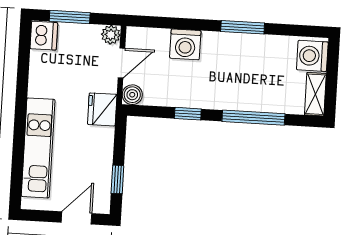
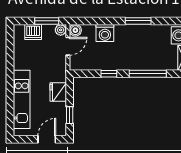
window: (70, 17) -> (47, 21), moved
dishwasher: (44, 36) -> (33, 32), moved, turned 90
boiler: (132, 95) -> (75, 30), moved
fridge: (102, 109) -> (58, 92), moved

